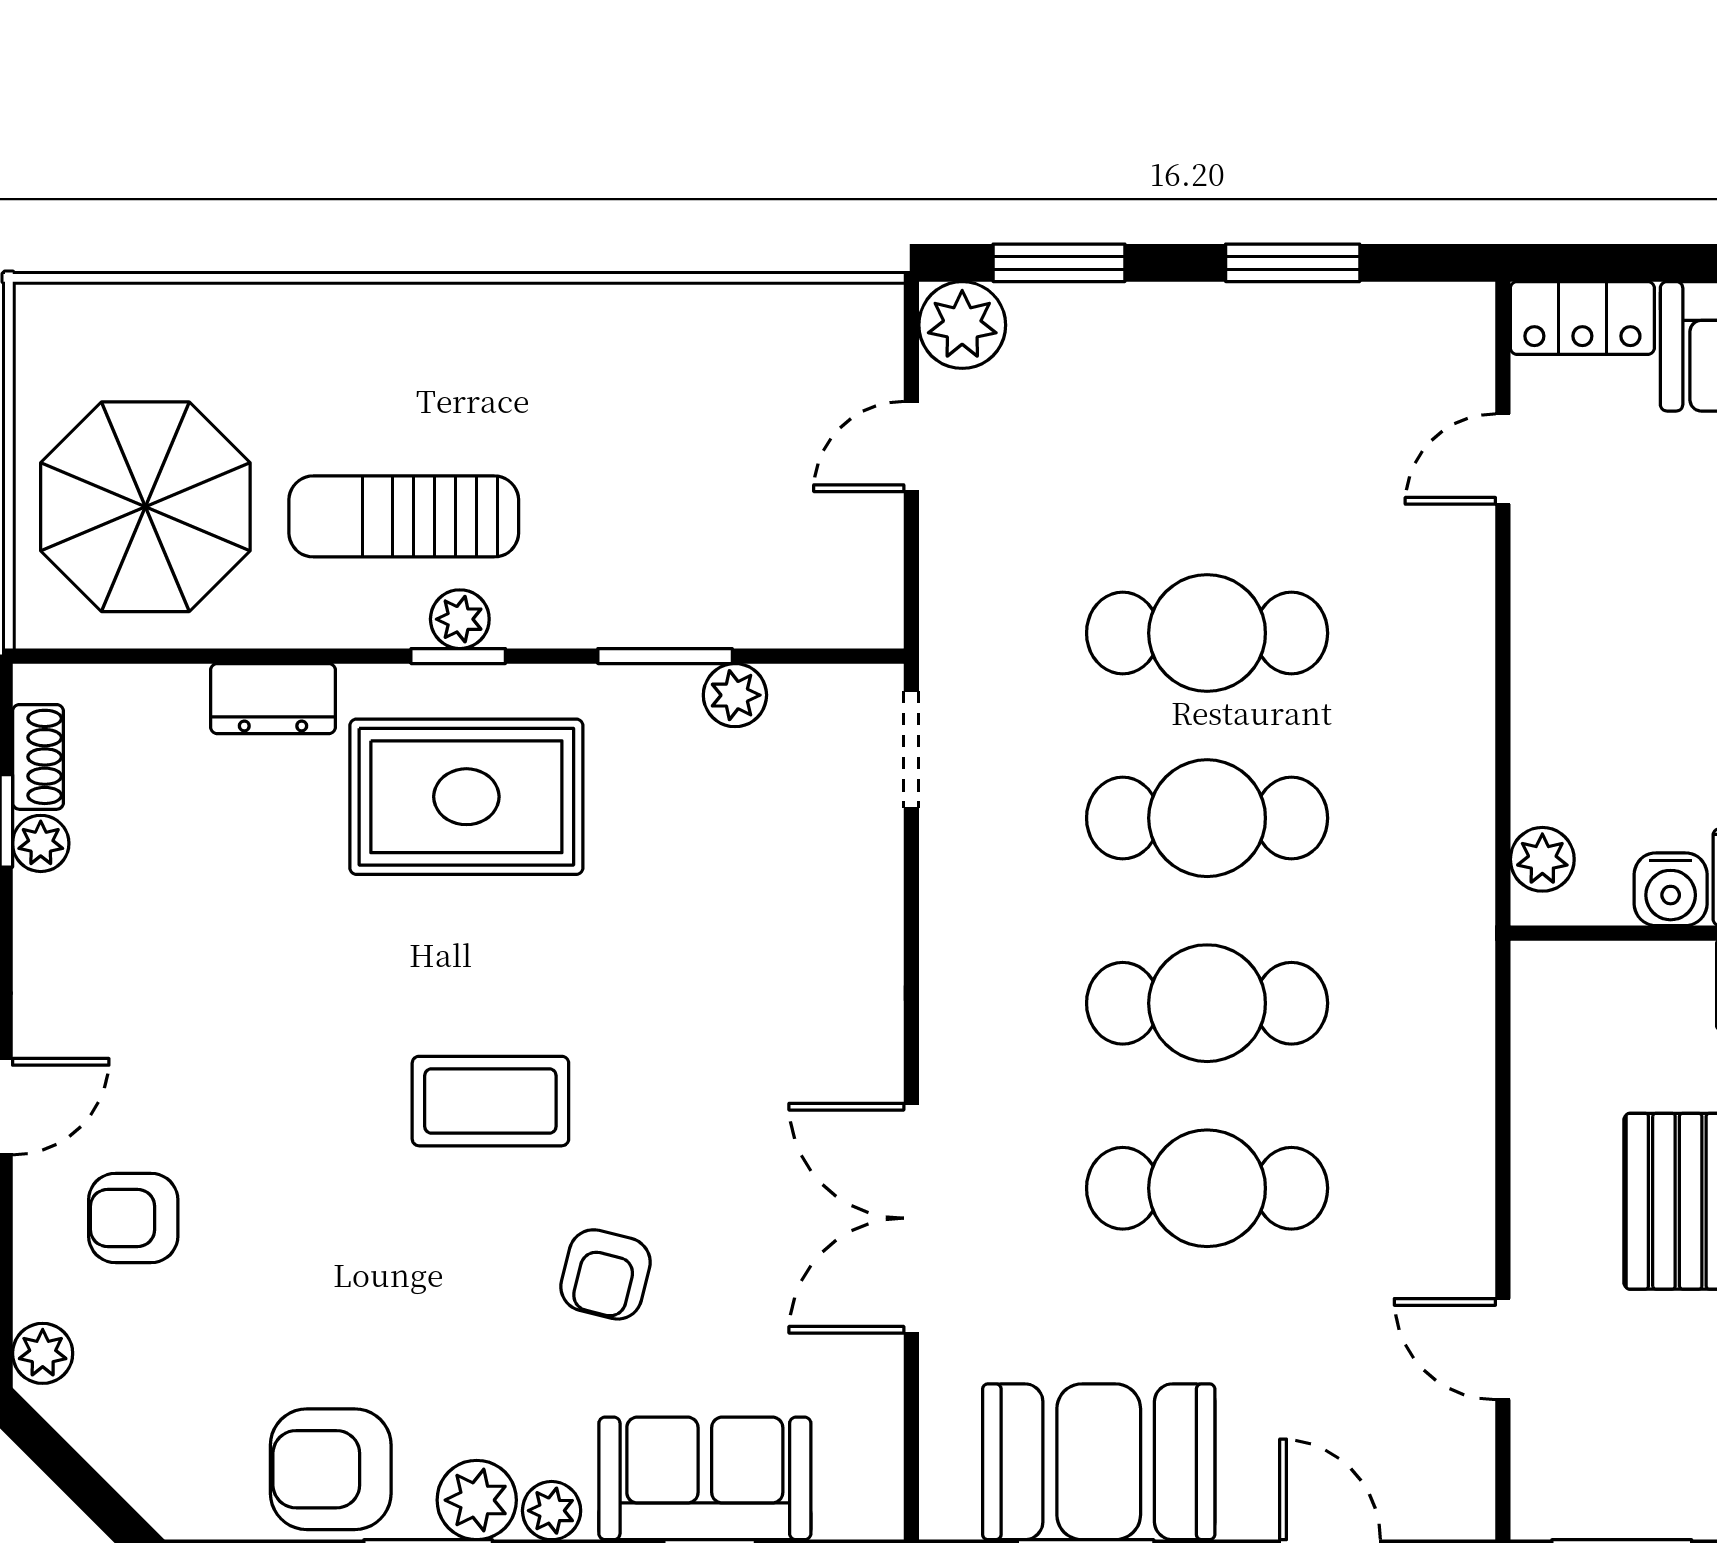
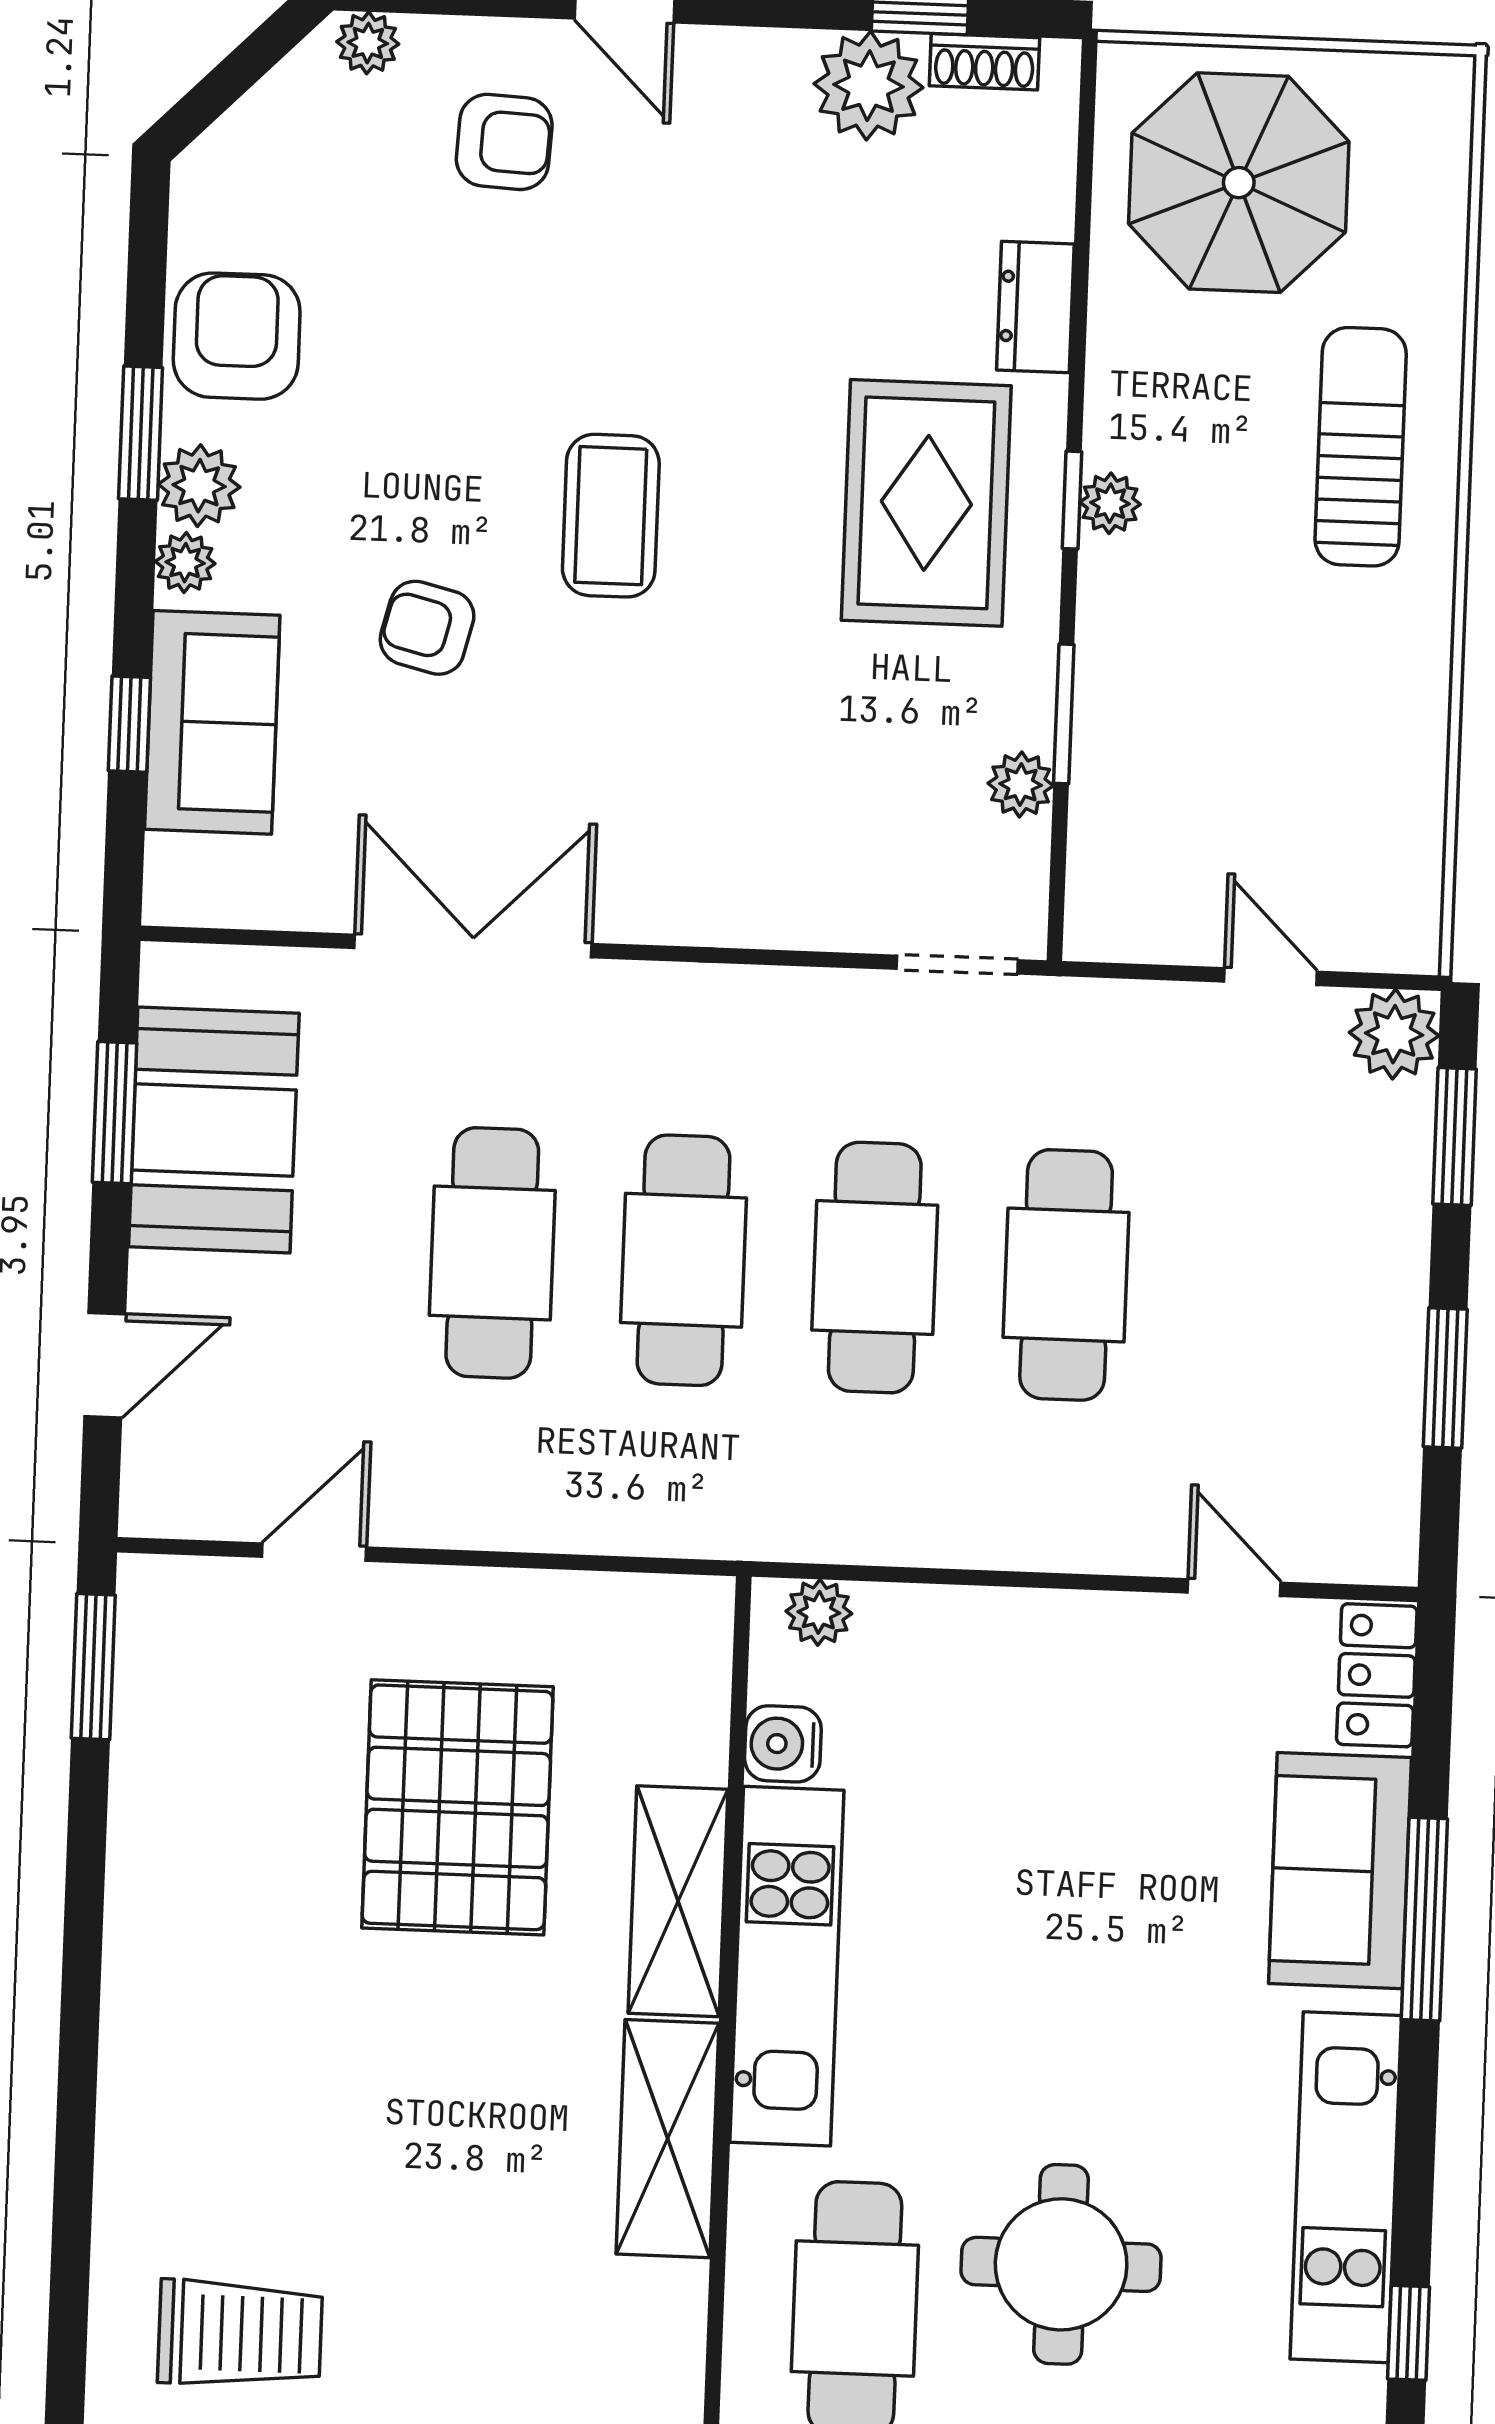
sun lounger: (404, 516) -> (1361, 447), moved
plant: (41, 843) -> (868, 86), width x1.87, depth x1.87
armchair: (133, 1218) -> (504, 142), turned 93

